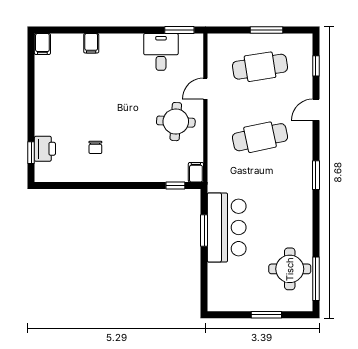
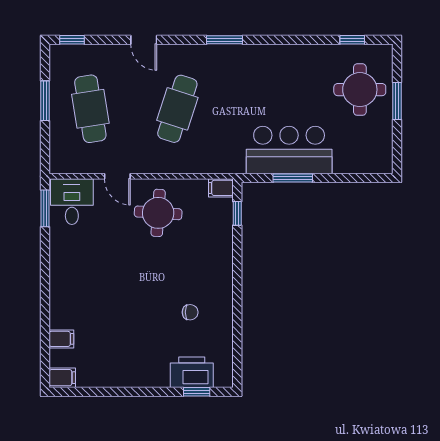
filing cabinet: (91, 43) -> (61, 339), moved
desk: (161, 52) -> (72, 202), moved, turned 90
window: (316, 66) -> (72, 40), moved
cafe table: (260, 137) -> (177, 109), turned 30
printer: (45, 149) -> (192, 372), width x1.37, depth x1.19
round table: (290, 269) -> (360, 90), moved
window: (316, 279) -> (352, 40), width x0.46

